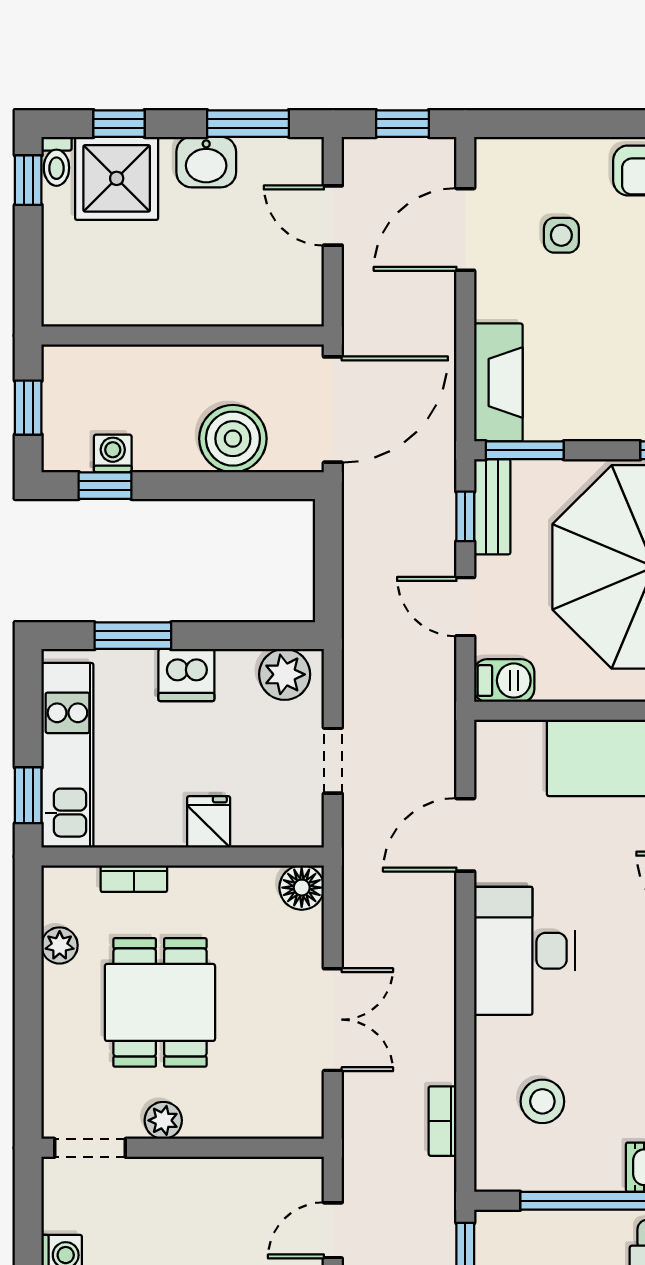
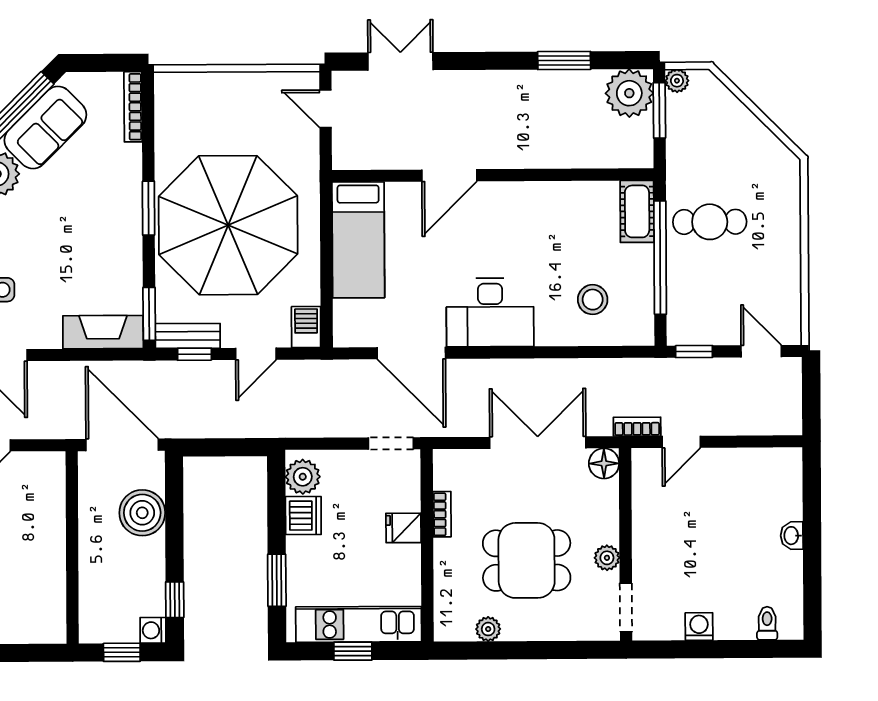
washing machine: (113, 453) -> (153, 630), moved
dishwasher: (186, 675) -> (303, 516), moved
doorway: (333, 761) -> (391, 443), moved
window: (28, 795) -> (353, 651), moved
door: (465, 835) -> (411, 353), width x1.36
bookcase: (134, 879) -> (442, 514), moved
floor lamp: (302, 888) -> (604, 463), moved
double door: (333, 1020) -> (538, 443), width x1.37
bookcase: (443, 1121) -> (637, 427), moved, turned 180
door: (333, 1230) -> (681, 442), hinge flipped

